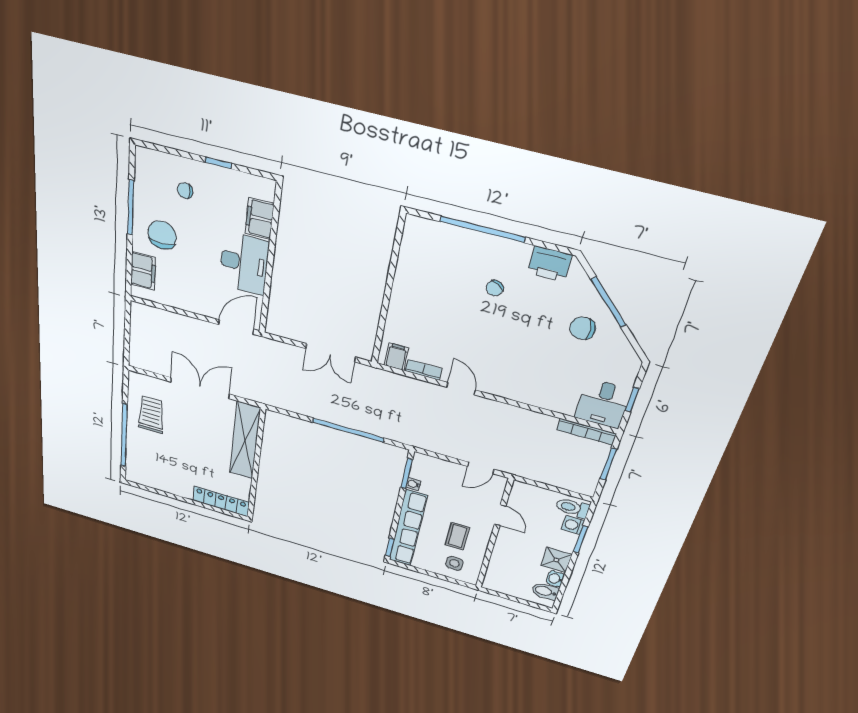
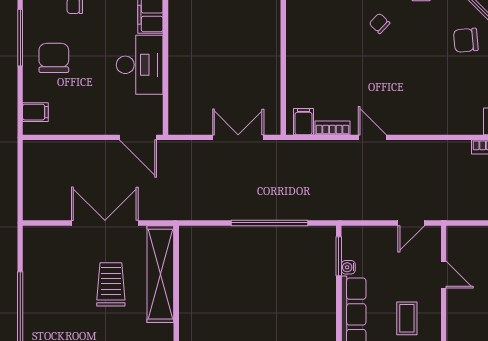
filing cabinet: (143, 271) -> (35, 112), width x0.50
chair: (495, 288) -> (380, 23), turned 104
door: (236, 327) -> (138, 137), swing flipped
double door: (331, 353) -> (238, 137), swing flipped
trolley: (151, 414) -> (111, 284), moved

